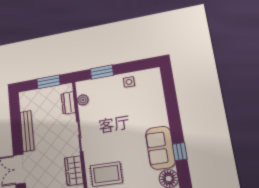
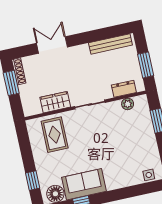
side table: (129, 82) -> (149, 175), moved
bench: (27, 131) -> (110, 44), moved

